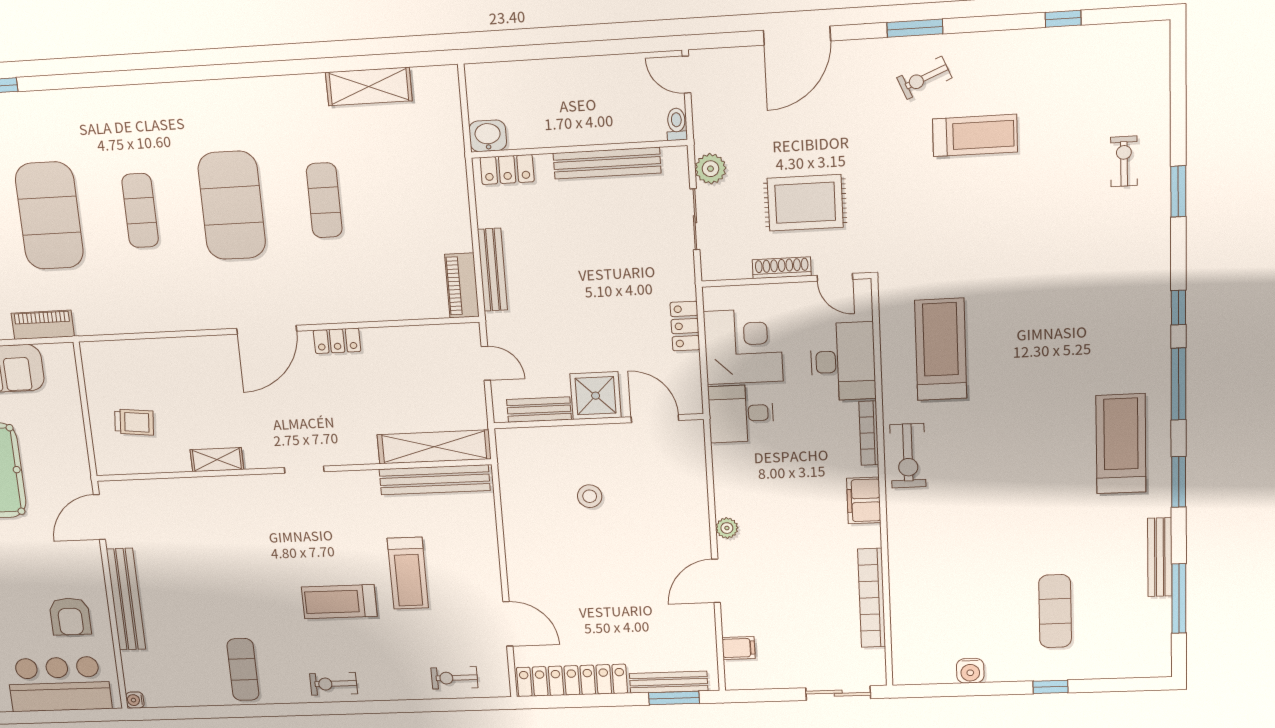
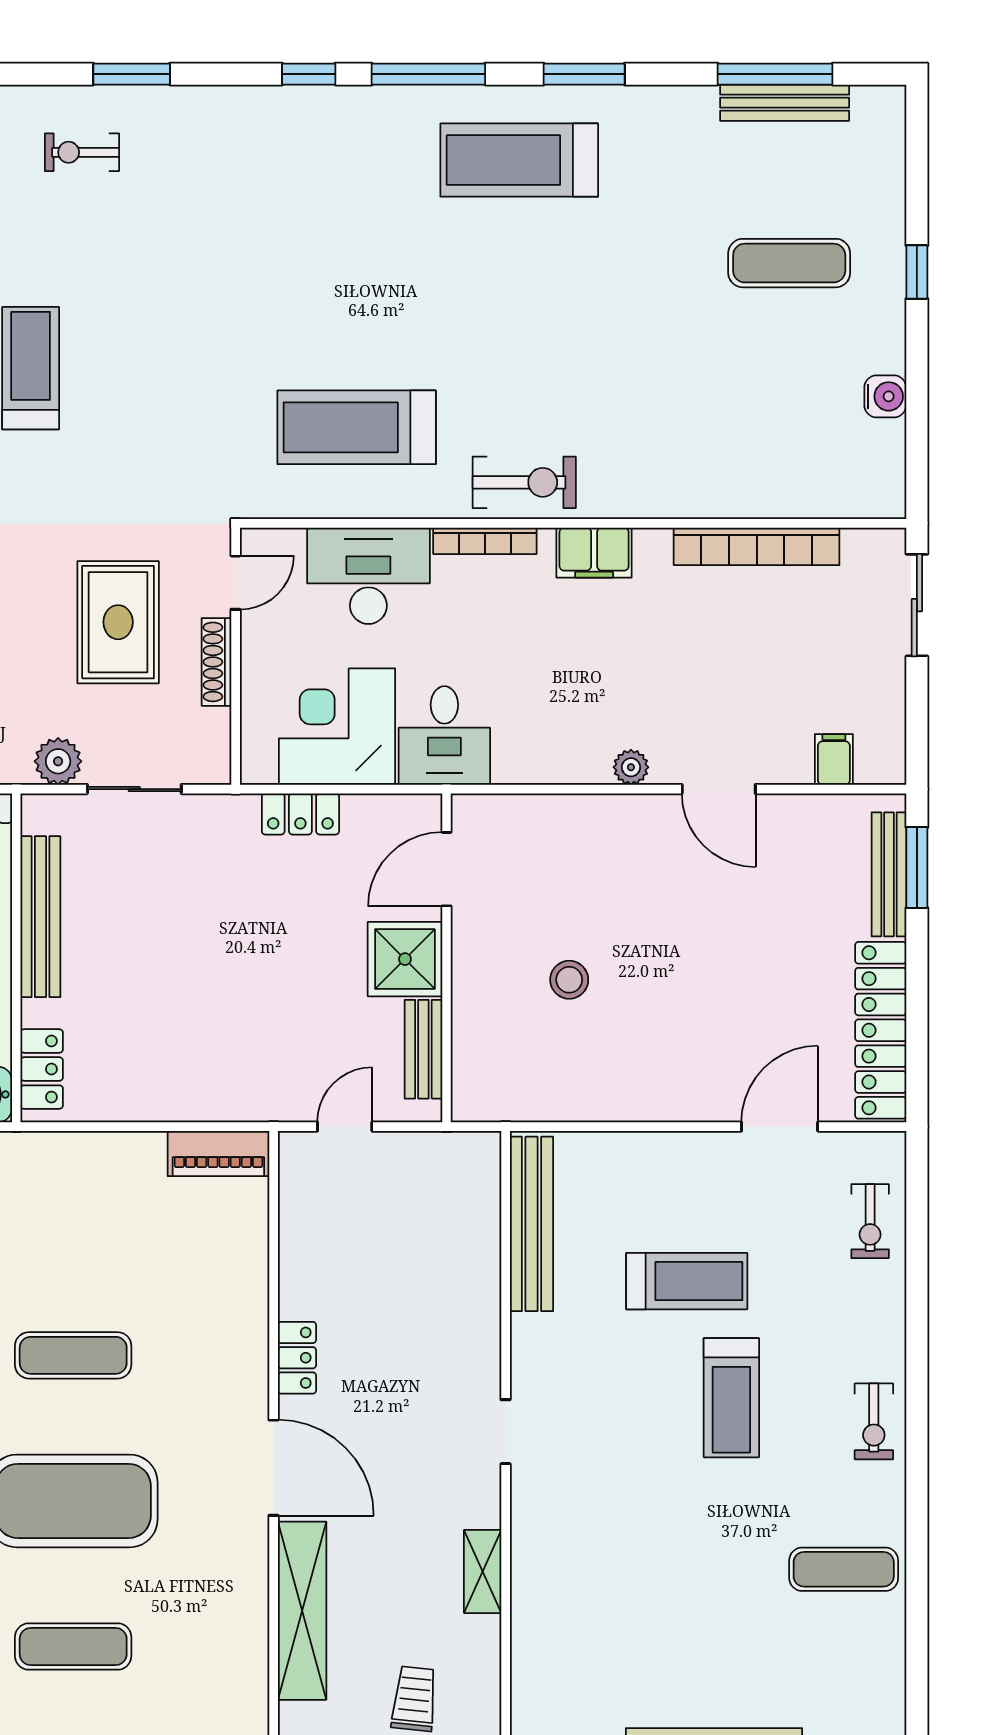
bench: (492, 270) -> (196, 1104), removed
shelving: (434, 447) -> (302, 1611), moved
bench: (1160, 557) -> (785, 103), moved

